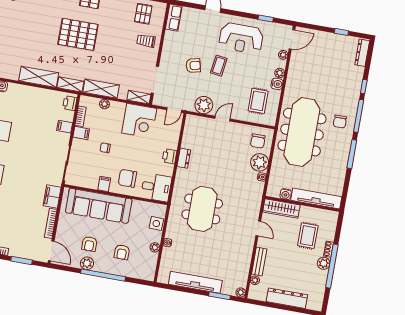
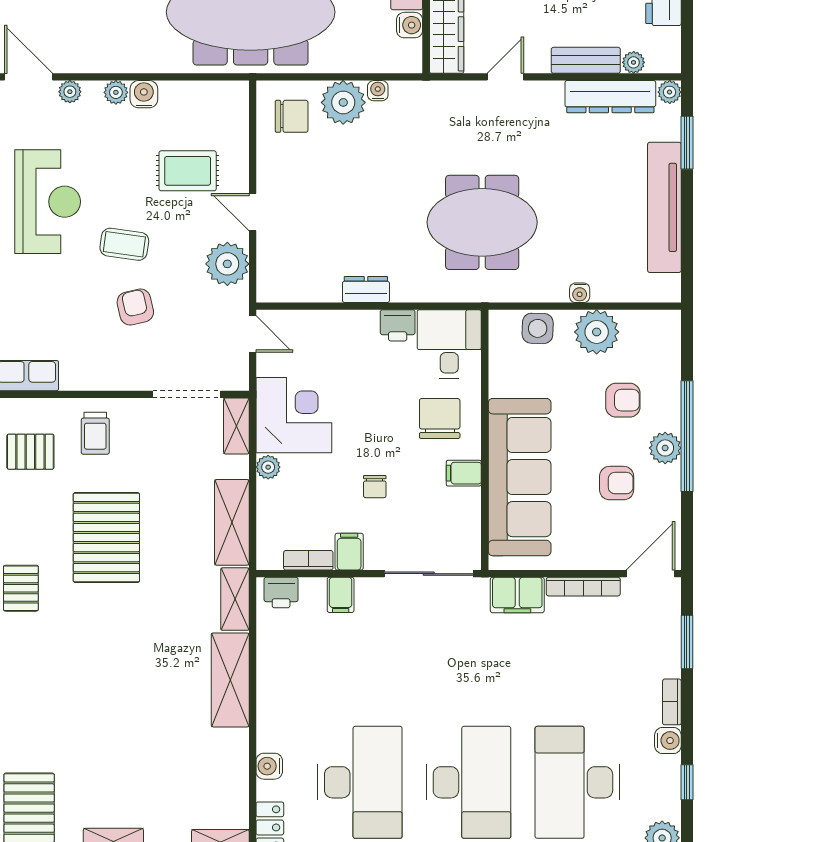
pallet: (78, 34) -> (106, 538), moved
rug: (258, 101) -> (188, 171), moved
plant: (104, 104) -> (268, 467), moved
printer: (170, 156) -> (398, 325), moved
chair: (127, 178) -> (440, 419), turned 180
plant: (155, 247) -> (597, 332), width x1.88, depth x1.88
plant: (87, 263) -> (665, 448), moved
dresser: (243, 269) -> (610, 97), added

